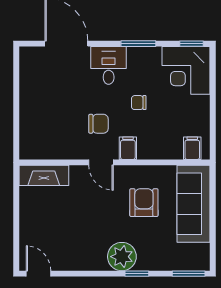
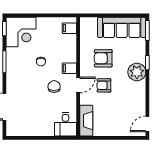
desk: (109, 65) -> (65, 124), moved, turned -90
armchair: (100, 204) -> (104, 85), added
sofa: (194, 204) -> (122, 27), moved

